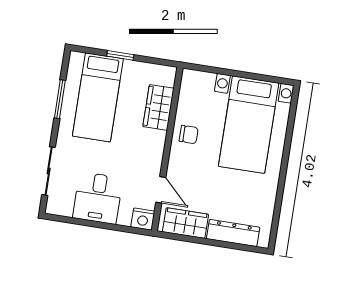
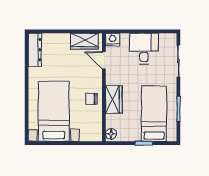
floor lamp: (167, 77) -> (111, 134), added
wardrobe: (158, 107) -> (114, 99), moved
dresser: (233, 233) -> (35, 50), moved, turned -90

